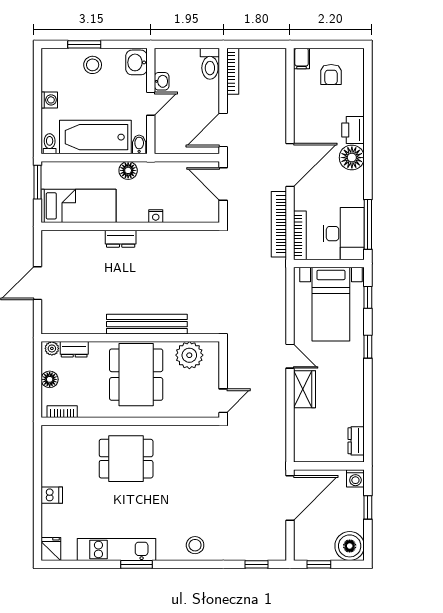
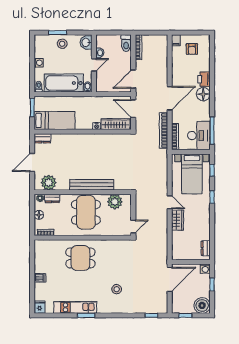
floor lamp: (128, 170) -> (82, 101), removed
wardrobe: (190, 213) -> (115, 124), added
dresser: (121, 239) -> (43, 138), moved
plant: (68, 320) -> (49, 183), added
stool: (195, 545) -> (117, 289), moved

